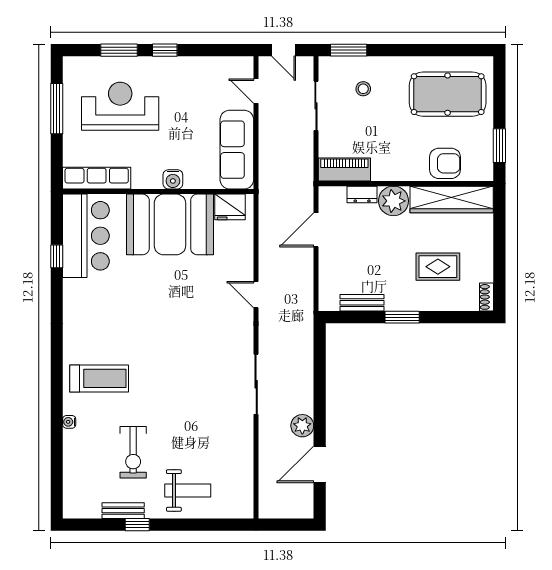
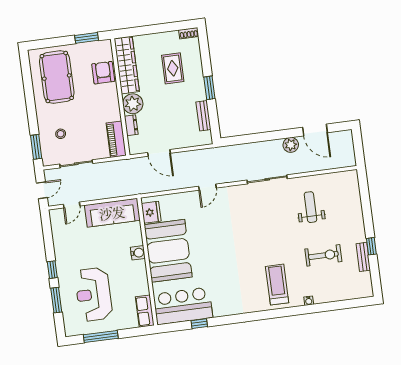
row of seats: (97, 178) -> (145, 311), width x0.68
weight bench: (188, 490) -> (310, 207), moved

